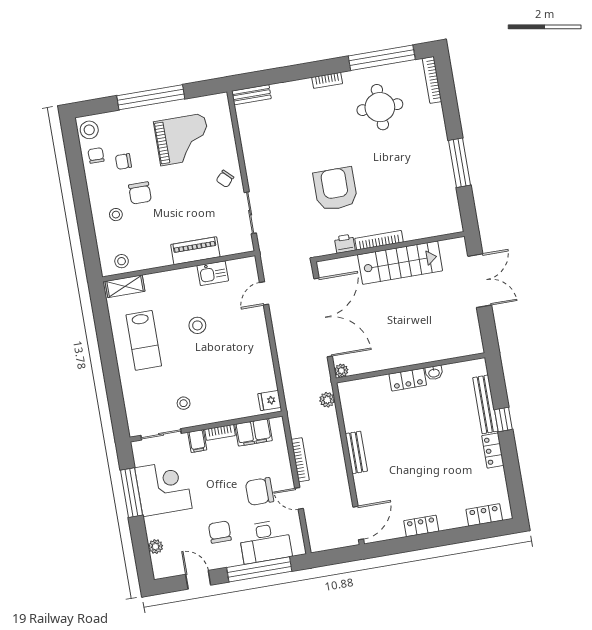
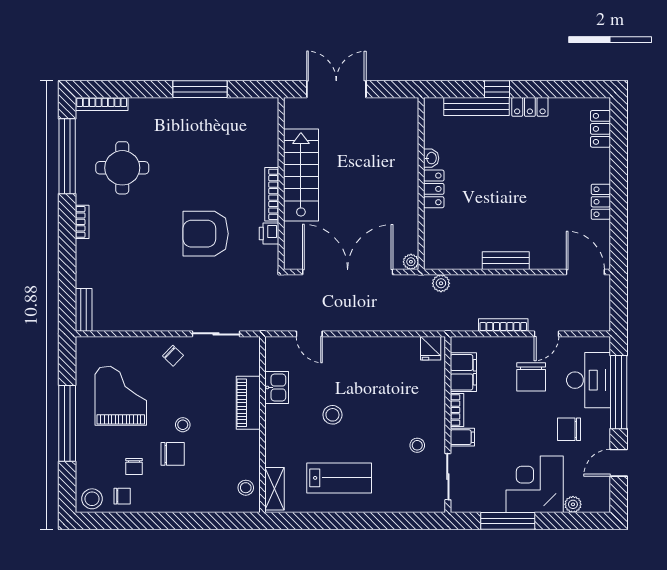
chair: (96, 155) -> (122, 496), turned 180
stool: (116, 215) -> (183, 425), moved
corner desk: (163, 488) -> (535, 484), moved

